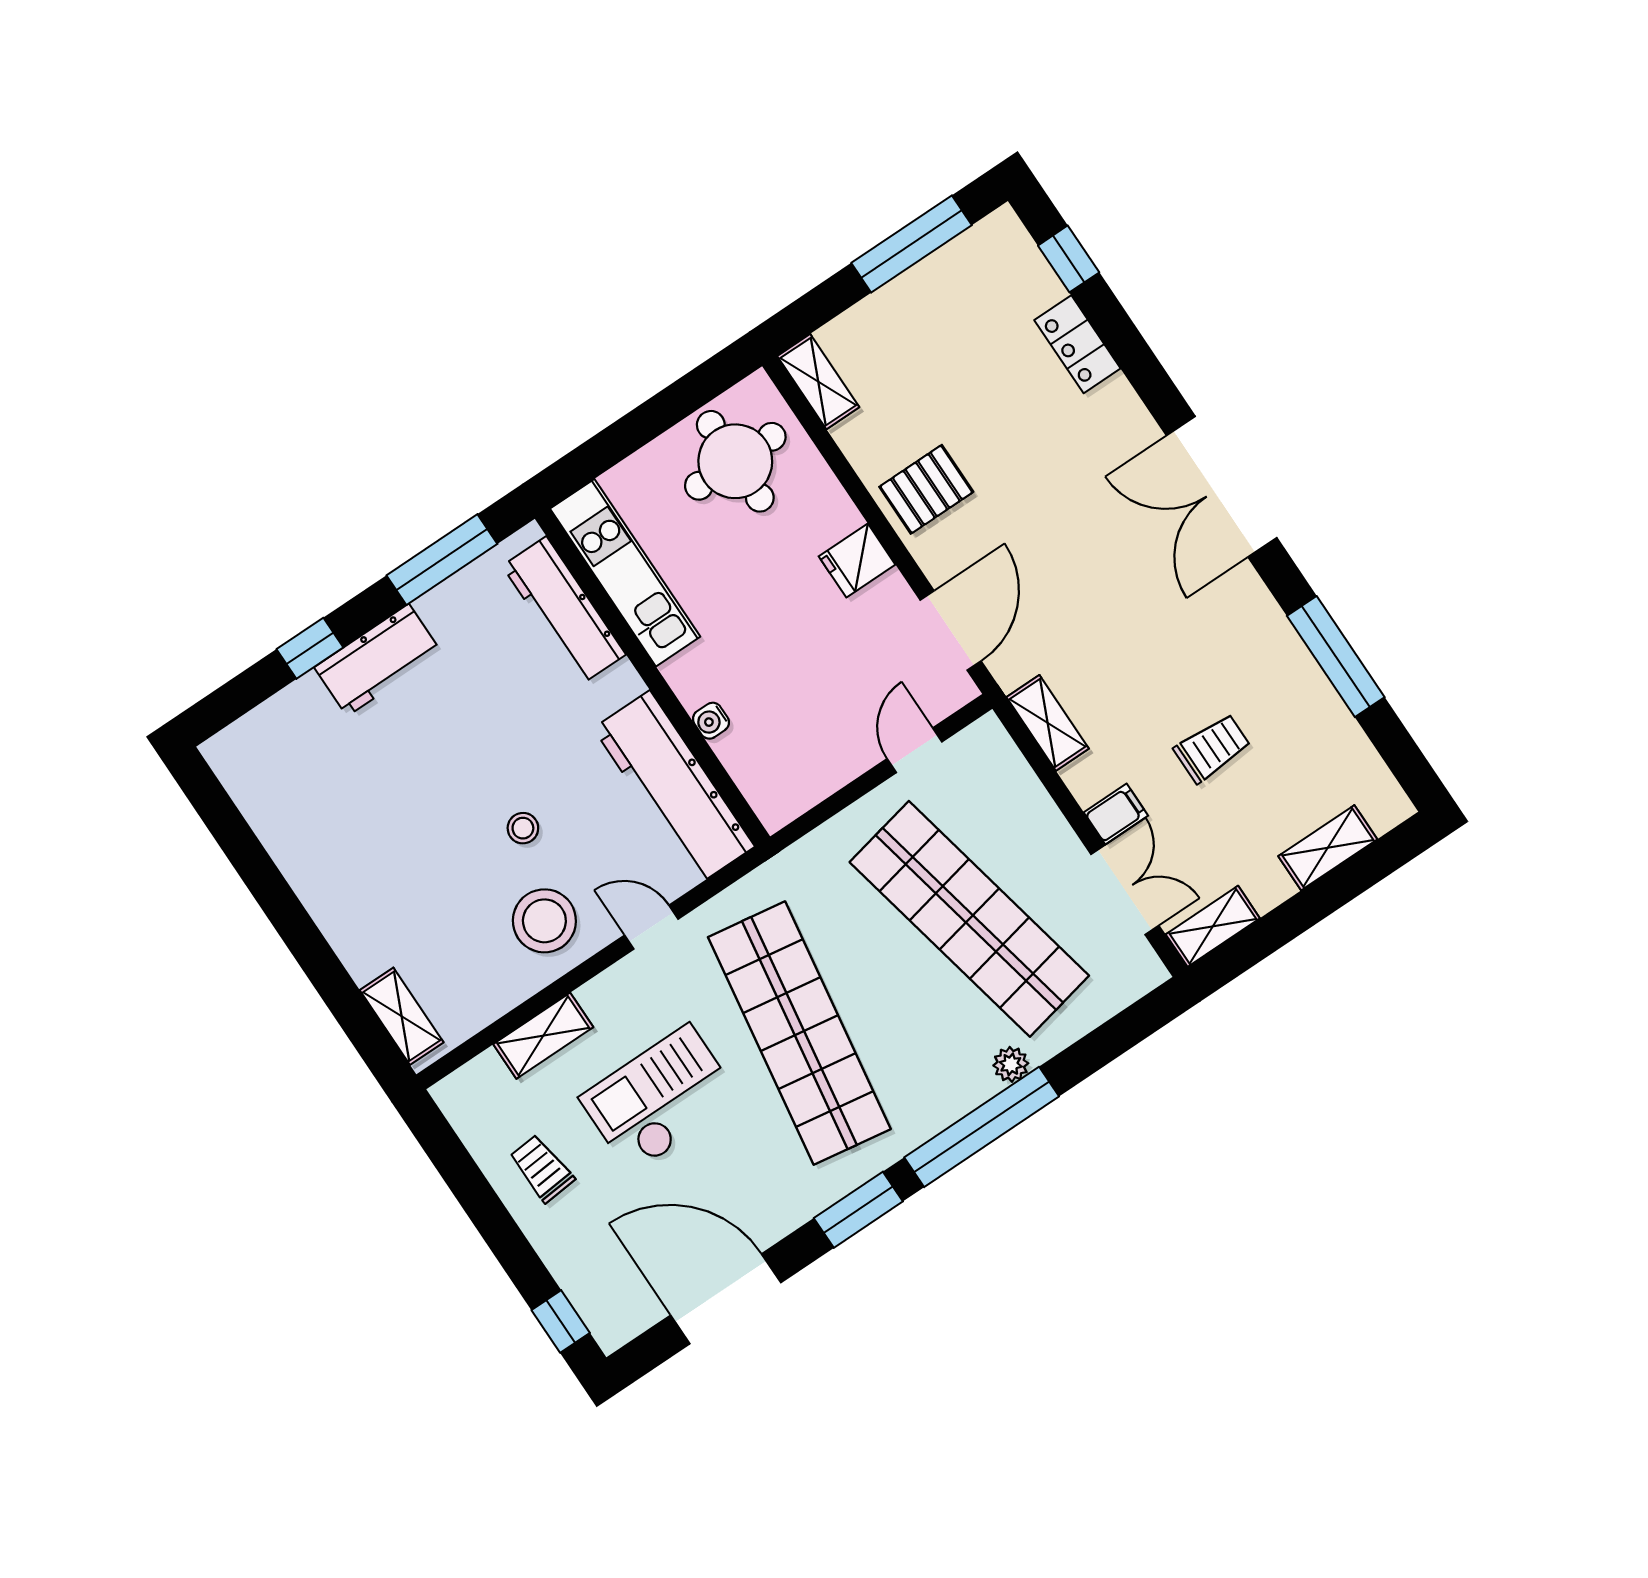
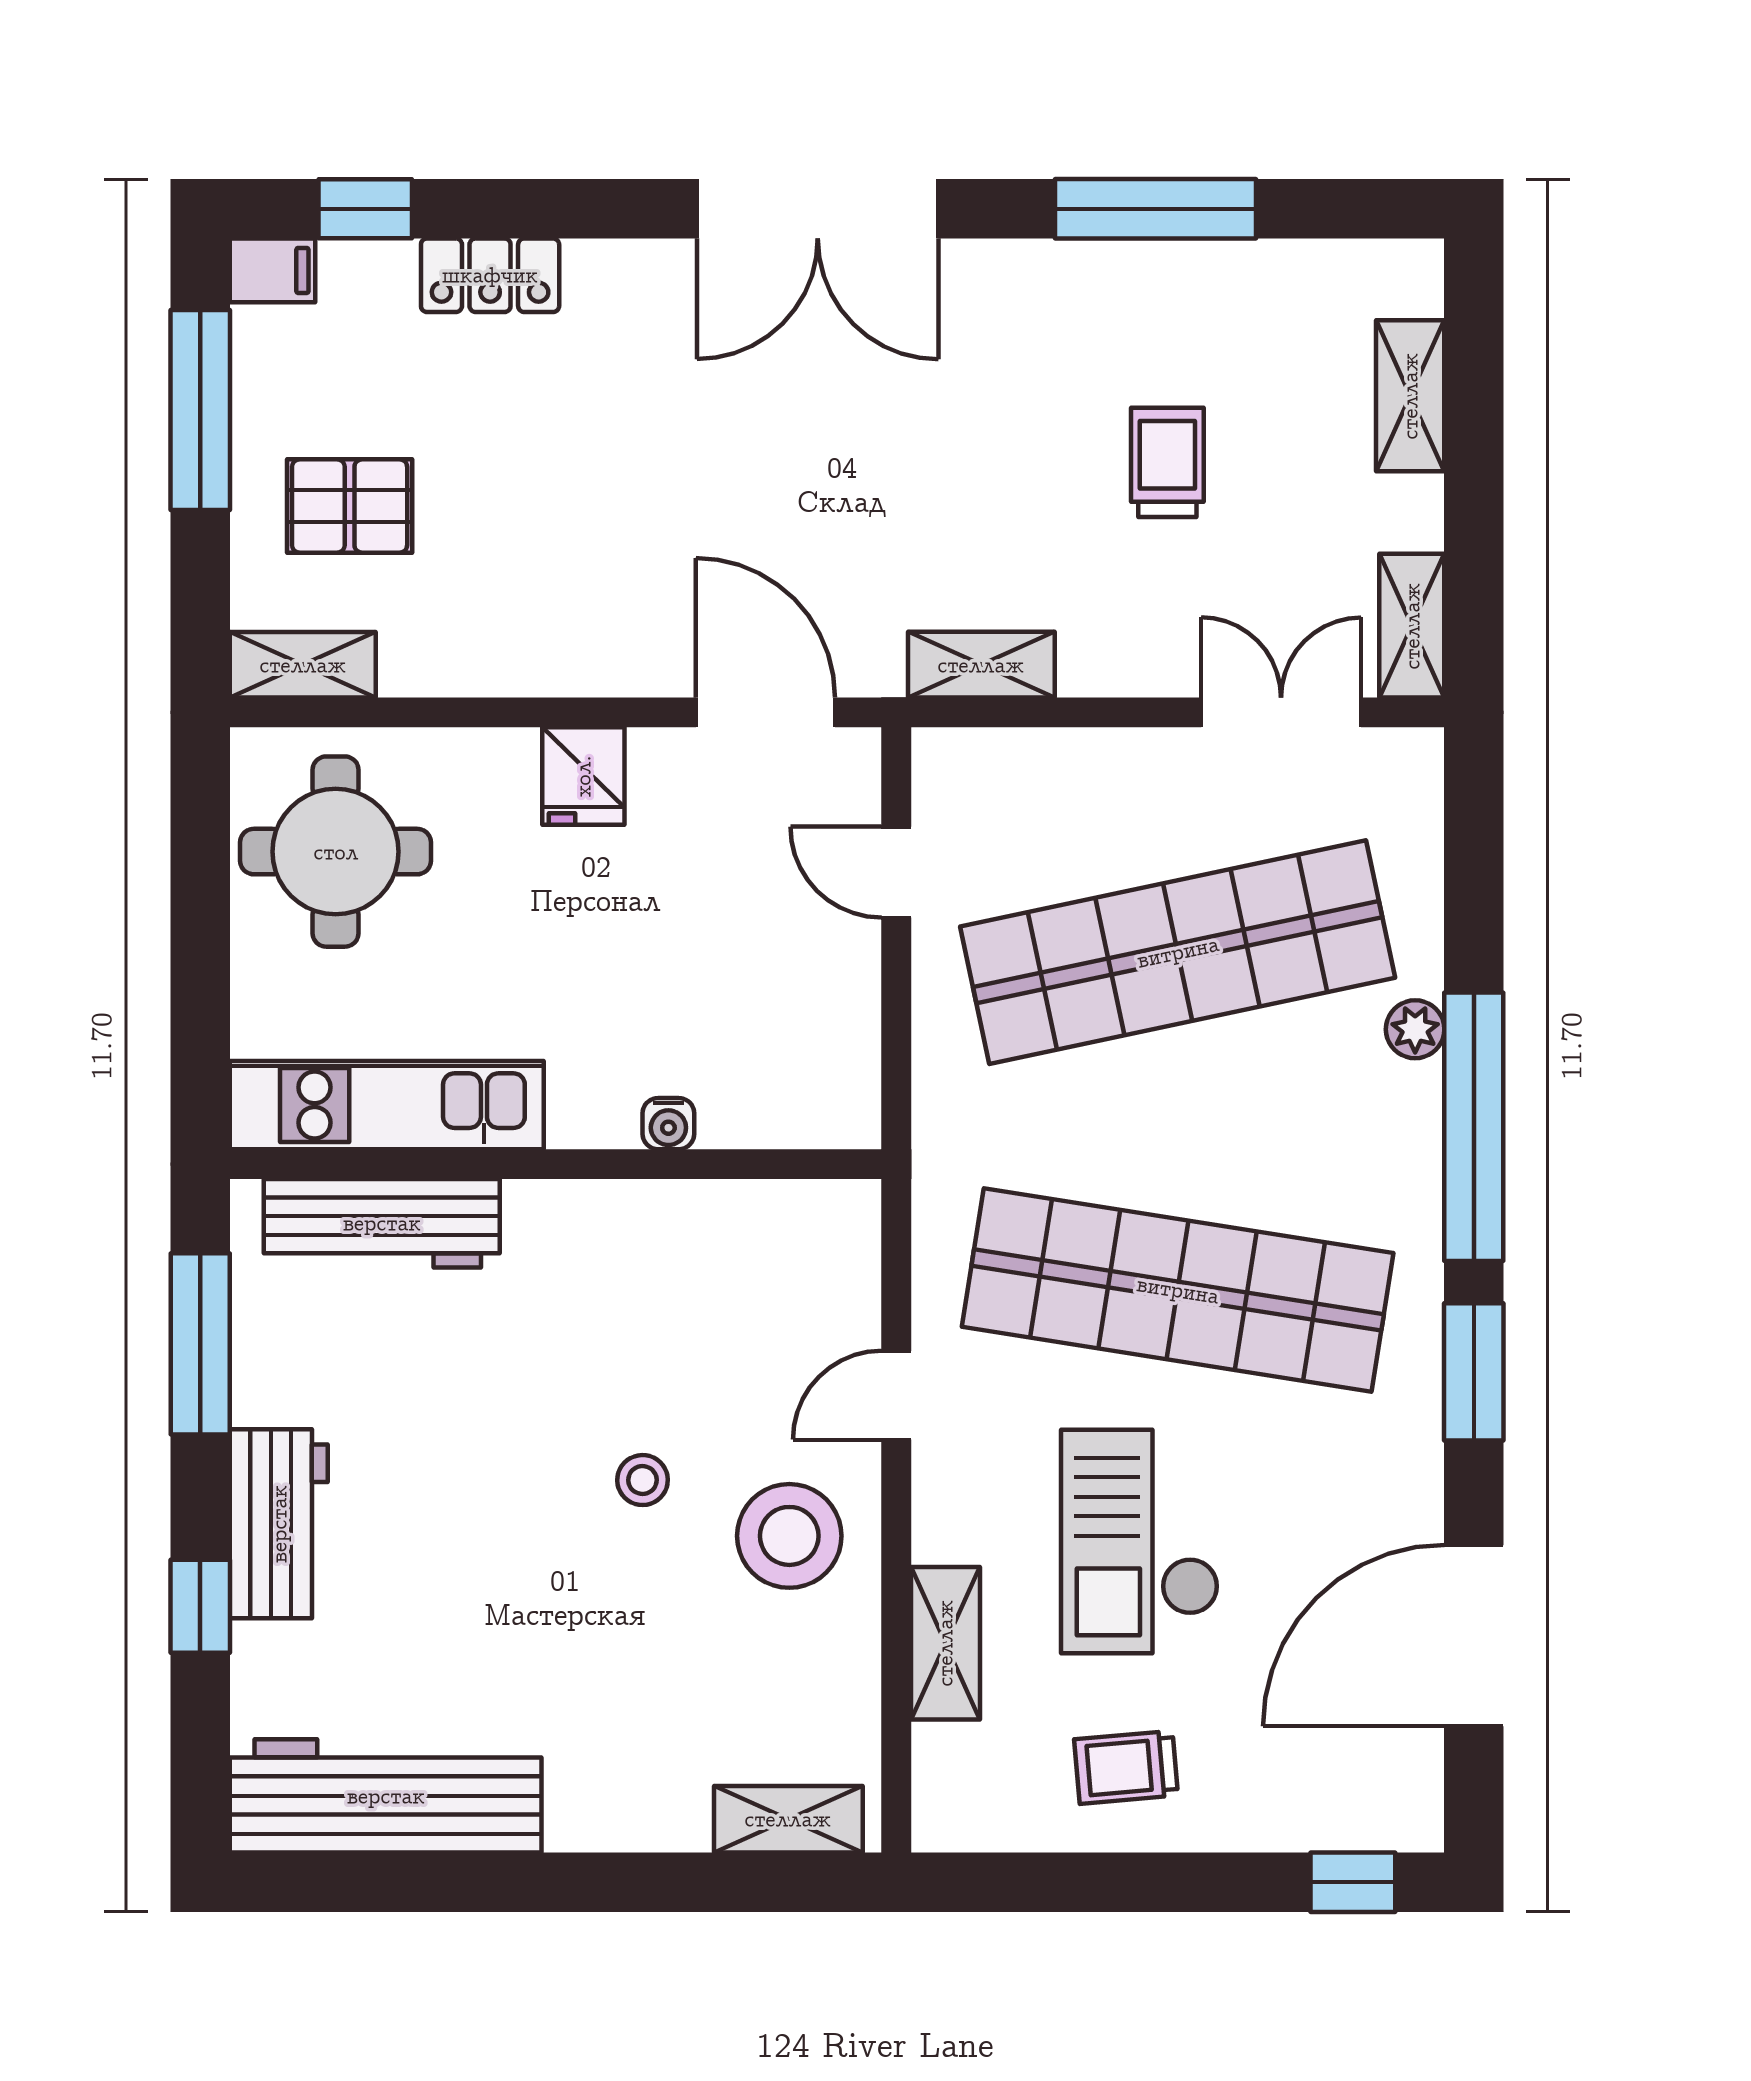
pallet: (926, 489) -> (350, 506), moved, turned 90
workbench: (674, 787) -> (386, 1796), moved, turned 180
filing cabinet: (1116, 814) -> (273, 270), moved, turned 90

